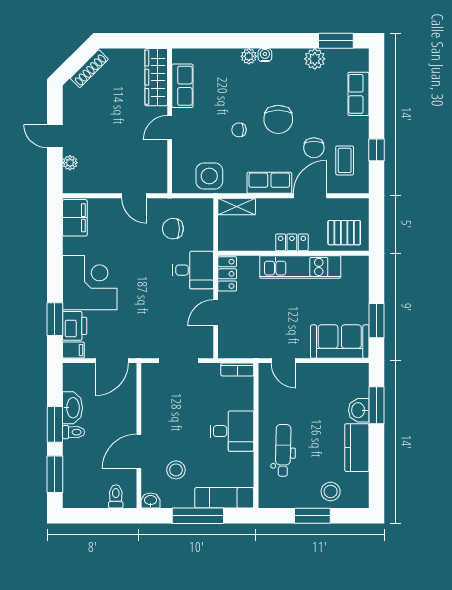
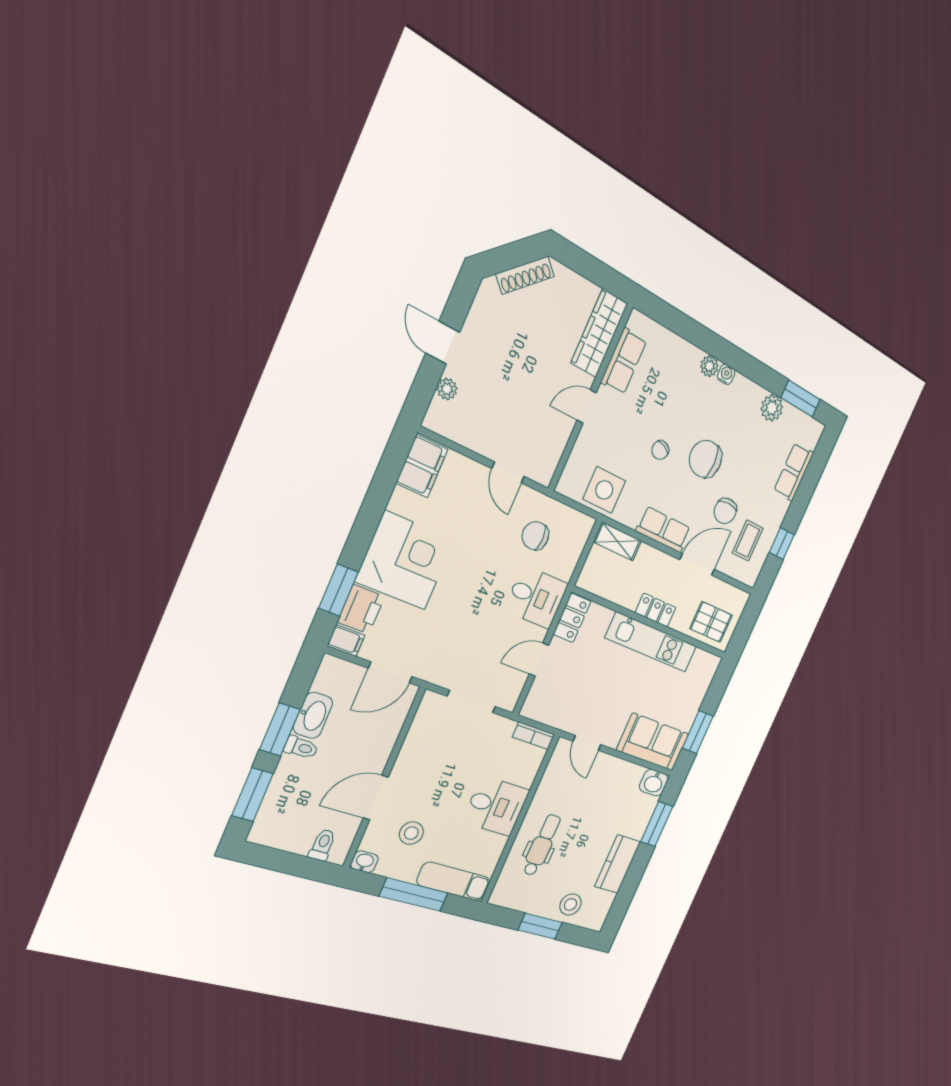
chair: (278, 119) -> (705, 459), turned 90
chair: (239, 130) -> (660, 450), turned -66
washbasin: (359, 410) -> (654, 783), moved, turned -90

